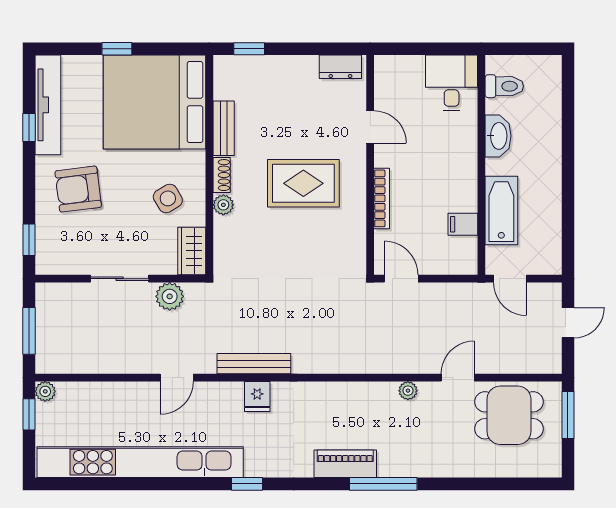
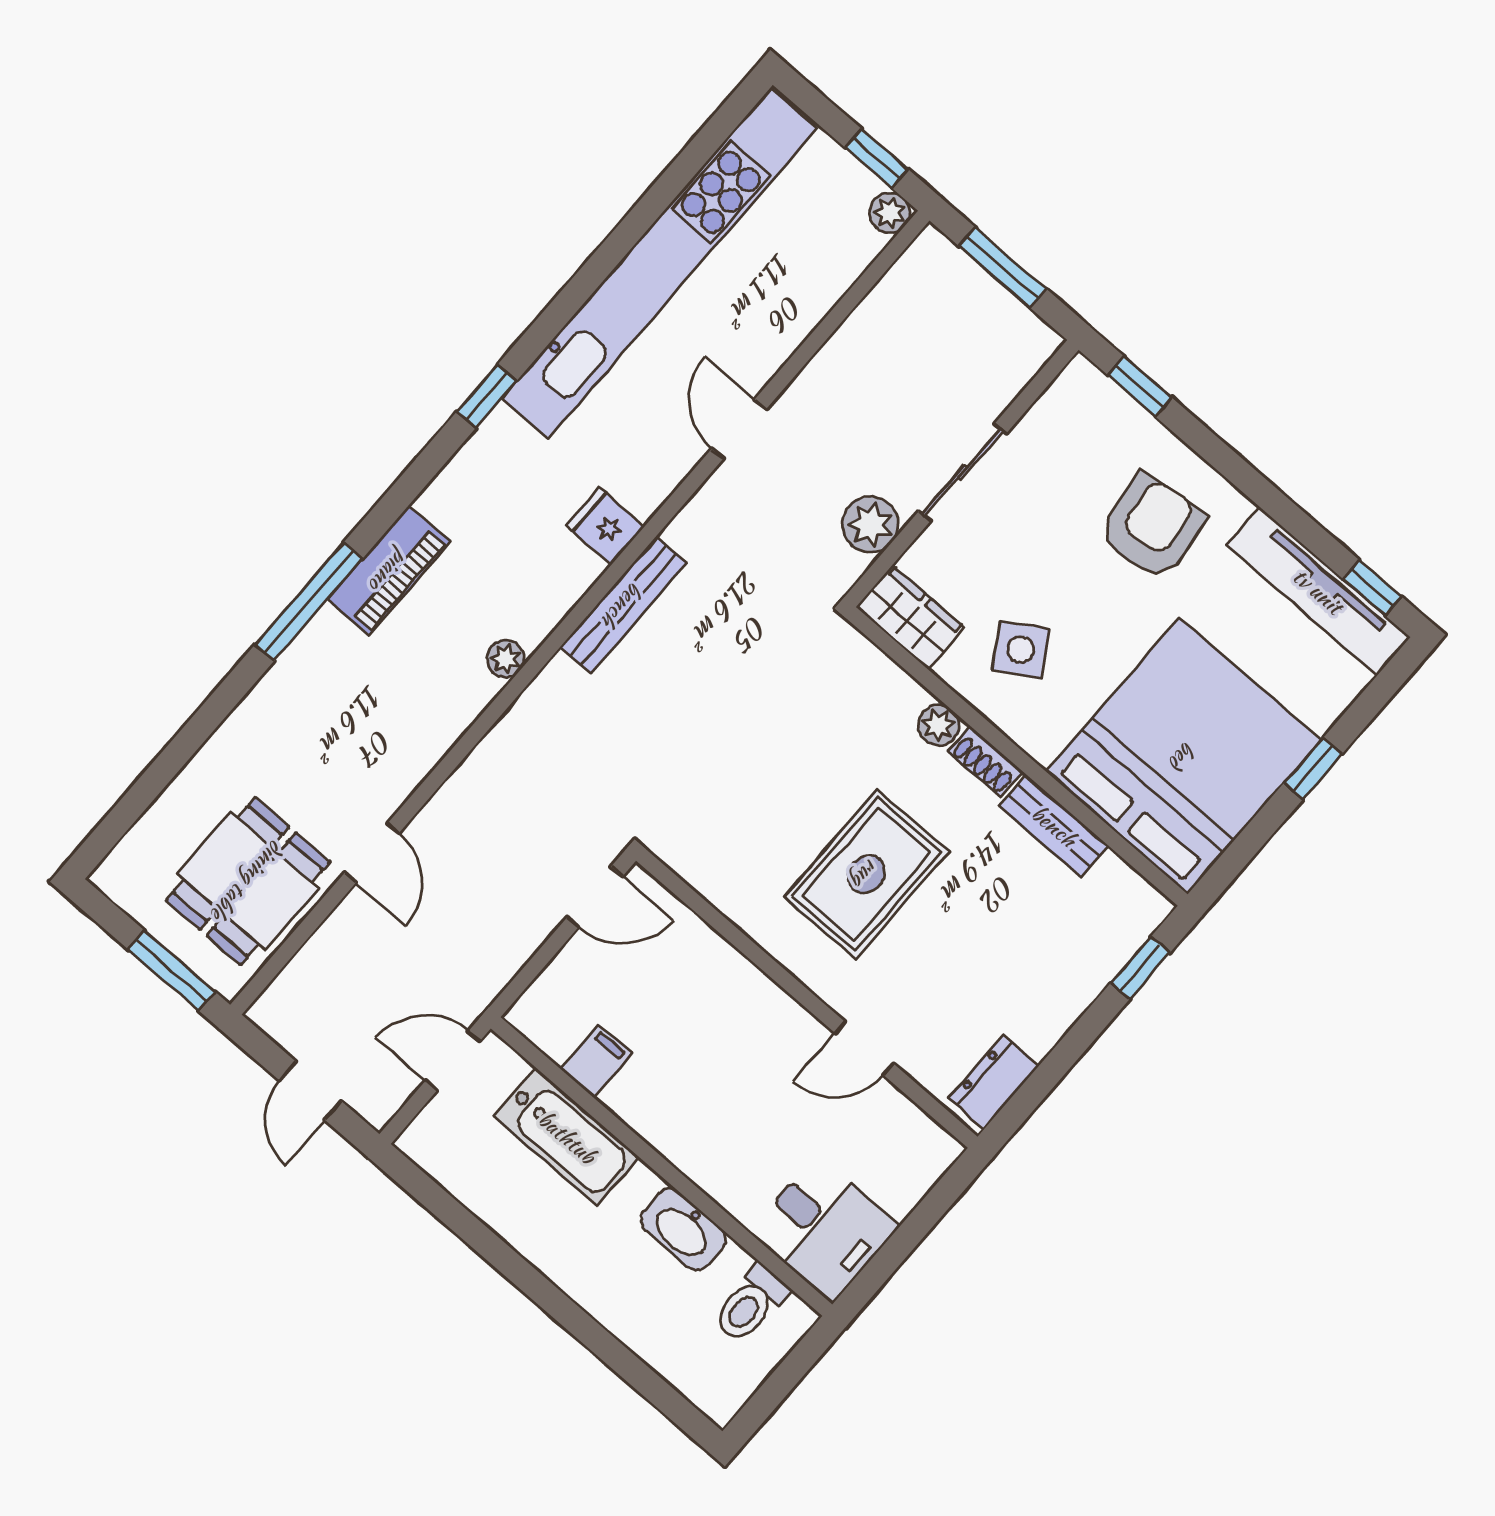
window: (29, 127) -> (1372, 588), moved
bookcase: (382, 198) -> (741, 972), removed
bench: (254, 364) -> (623, 605), moved
plant: (408, 391) -> (506, 659), moved

